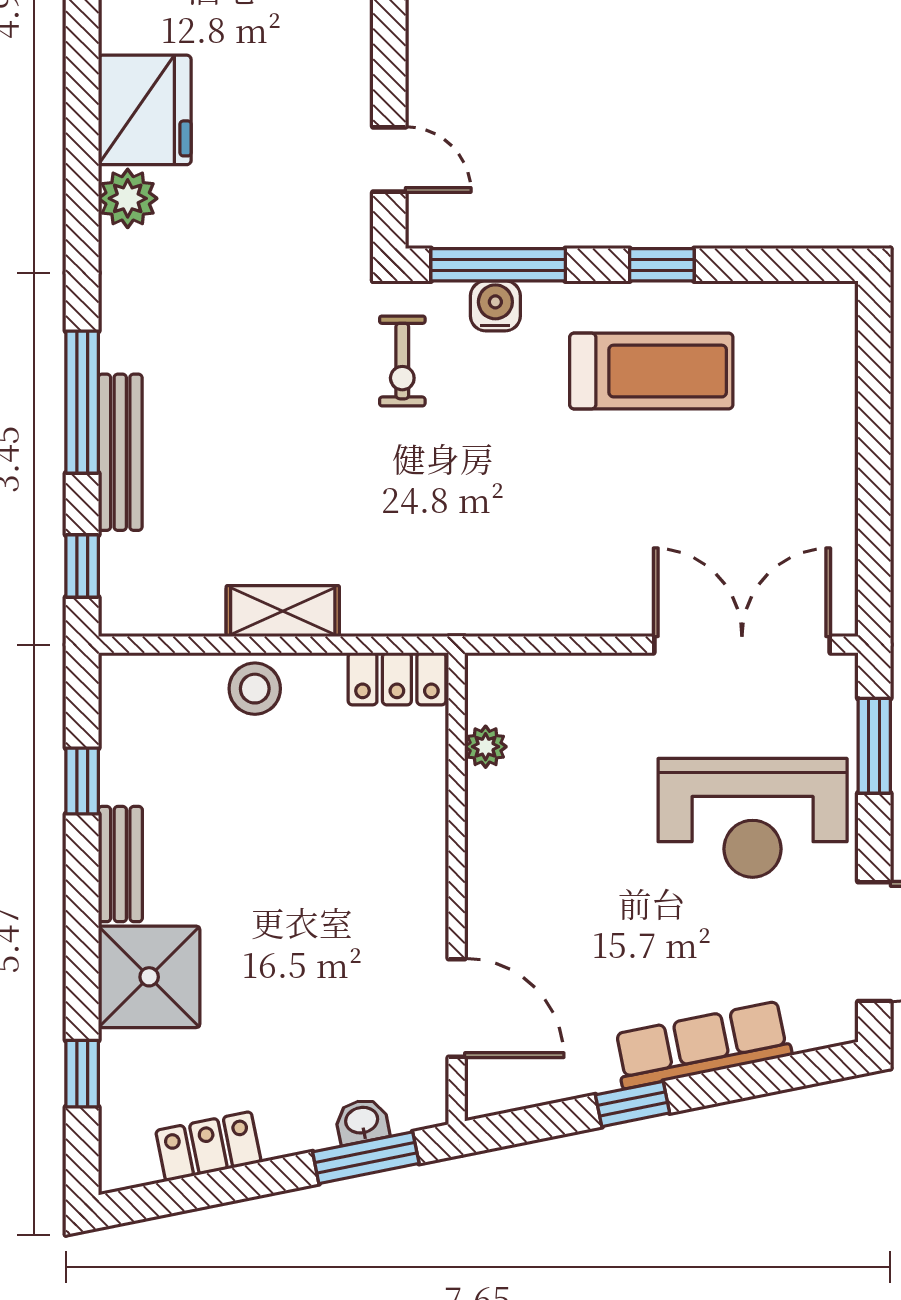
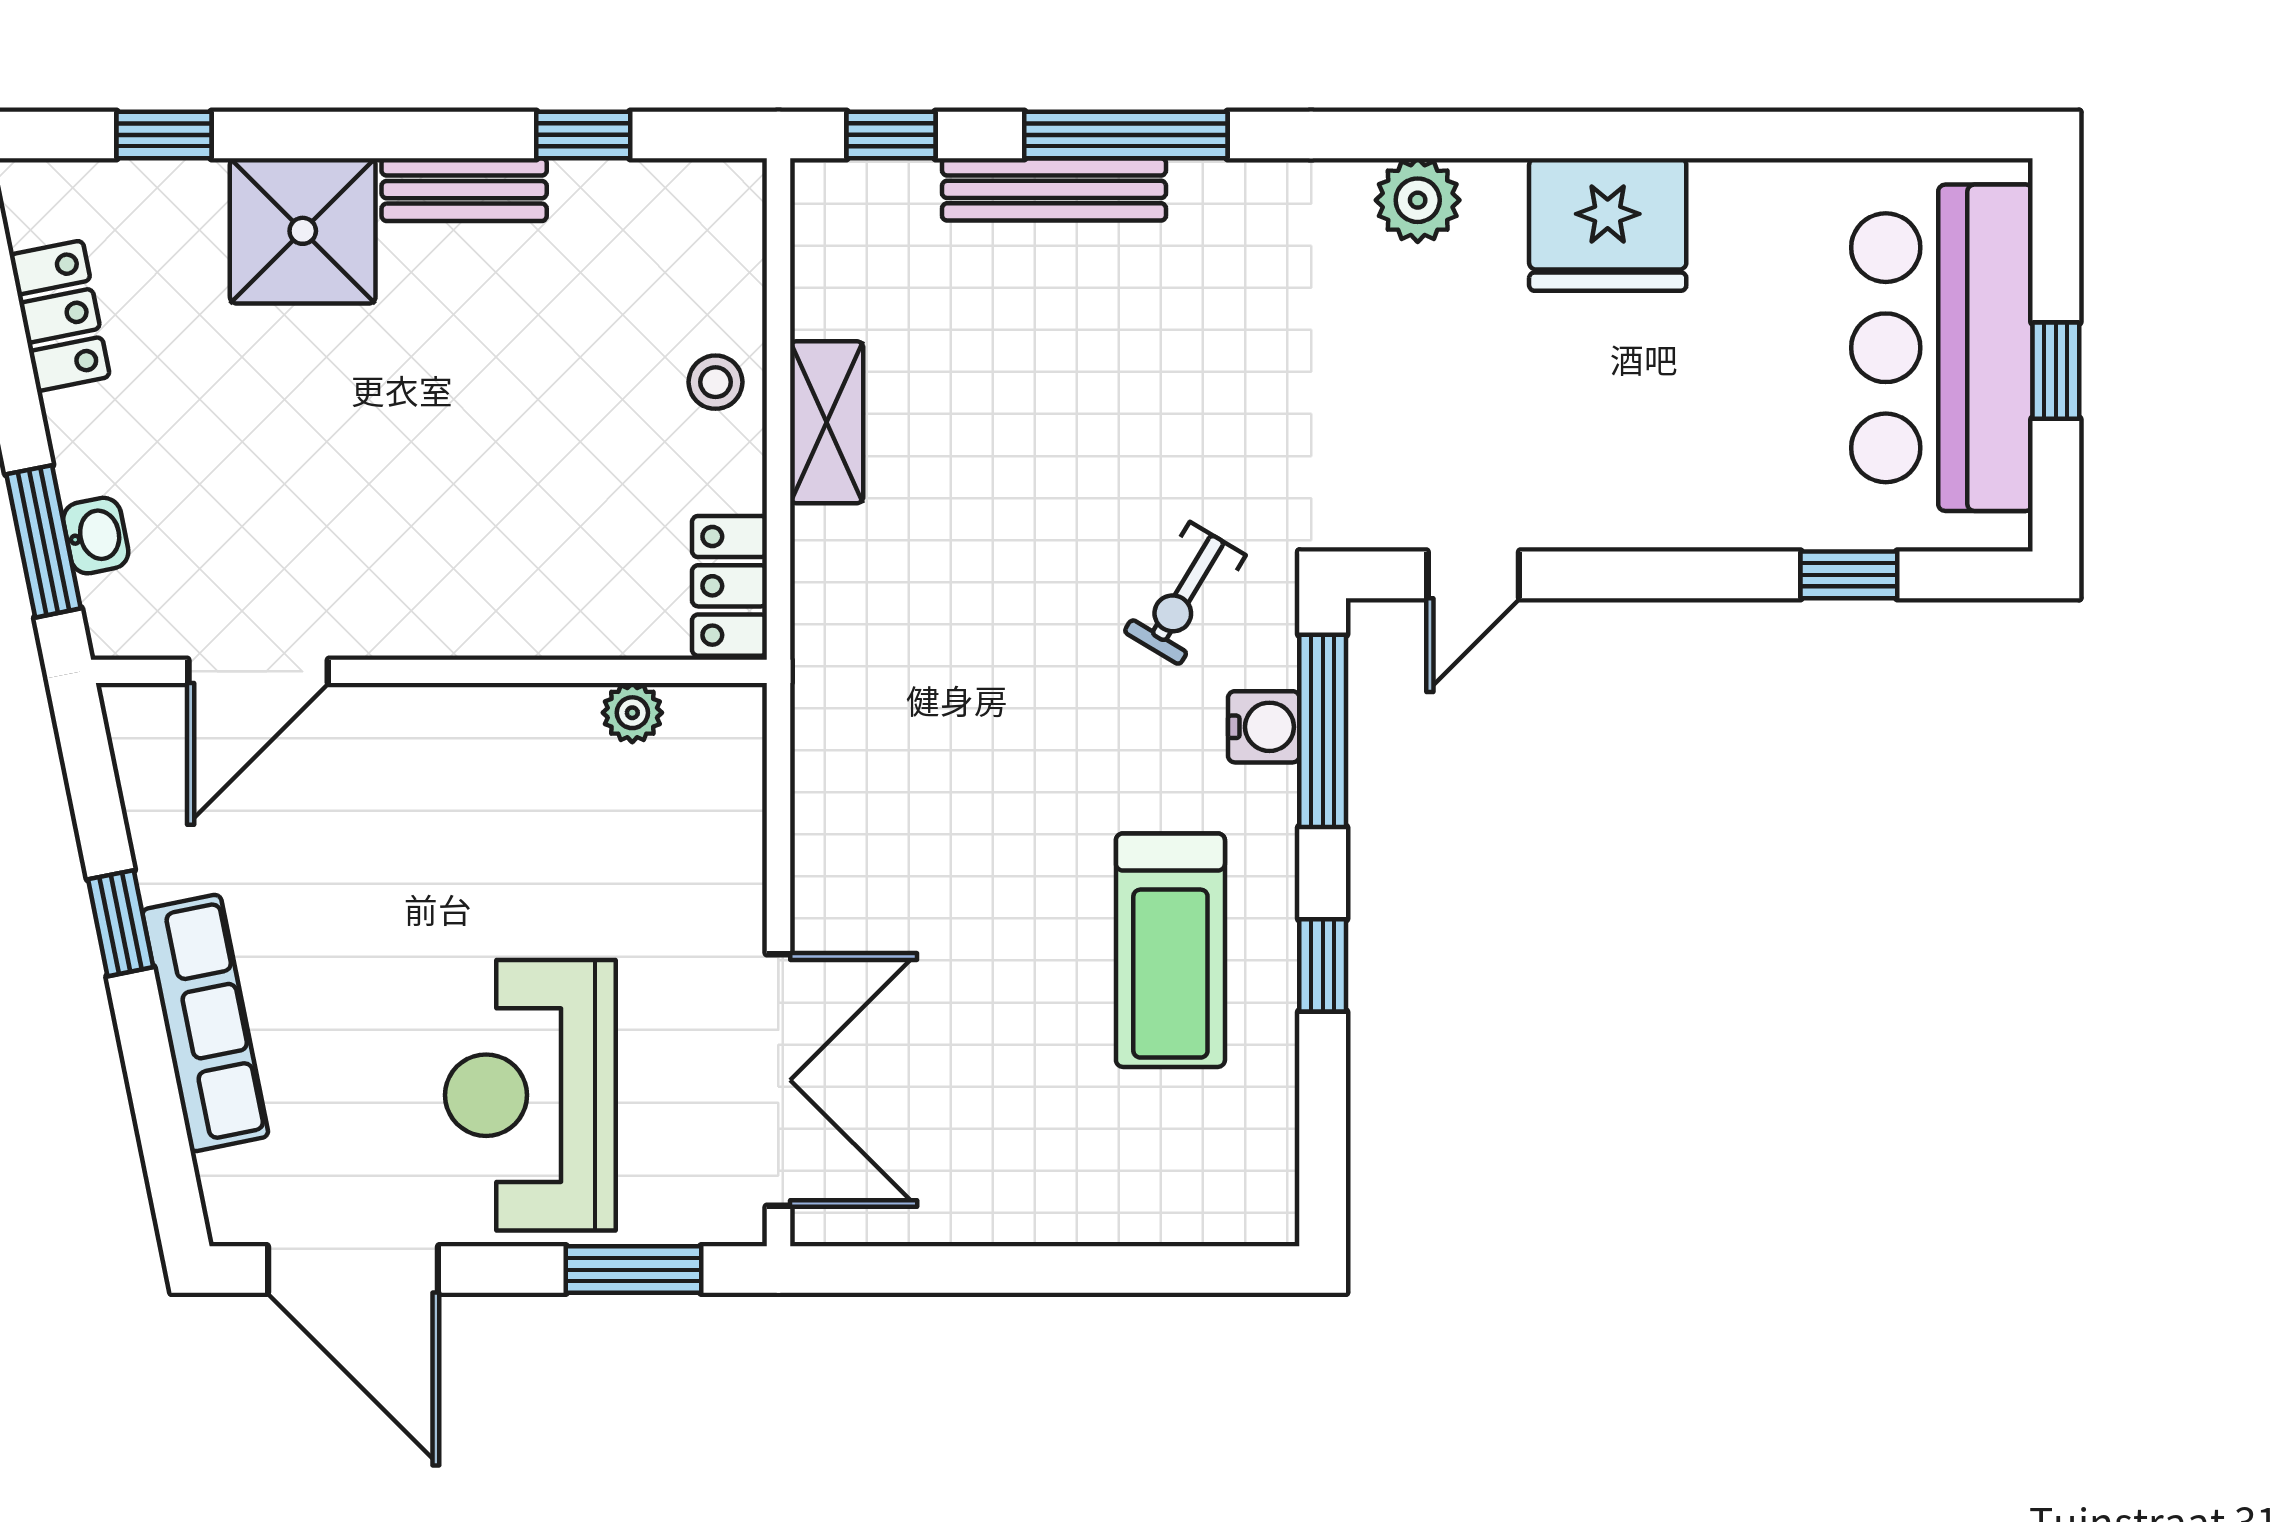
fridge: (145, 110) -> (1608, 225), moved
exercise bike: (402, 361) -> (1185, 593), turned -59
stool: (255, 689) -> (716, 382), width x0.73, depth x0.73

